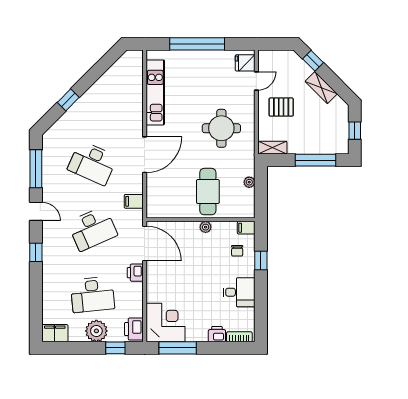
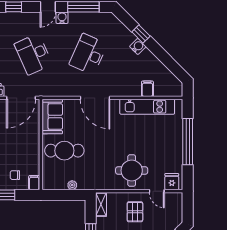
water cooler: (83, 104) -> (138, 46), added
round table: (221, 128) -> (132, 171), moved
water cooler: (49, 194) -> (62, 18), added
filing cabinet: (134, 201) -> (147, 89), moved
sofa: (167, 206) -> (52, 116), added
plant: (206, 227) -> (35, 149), removed

